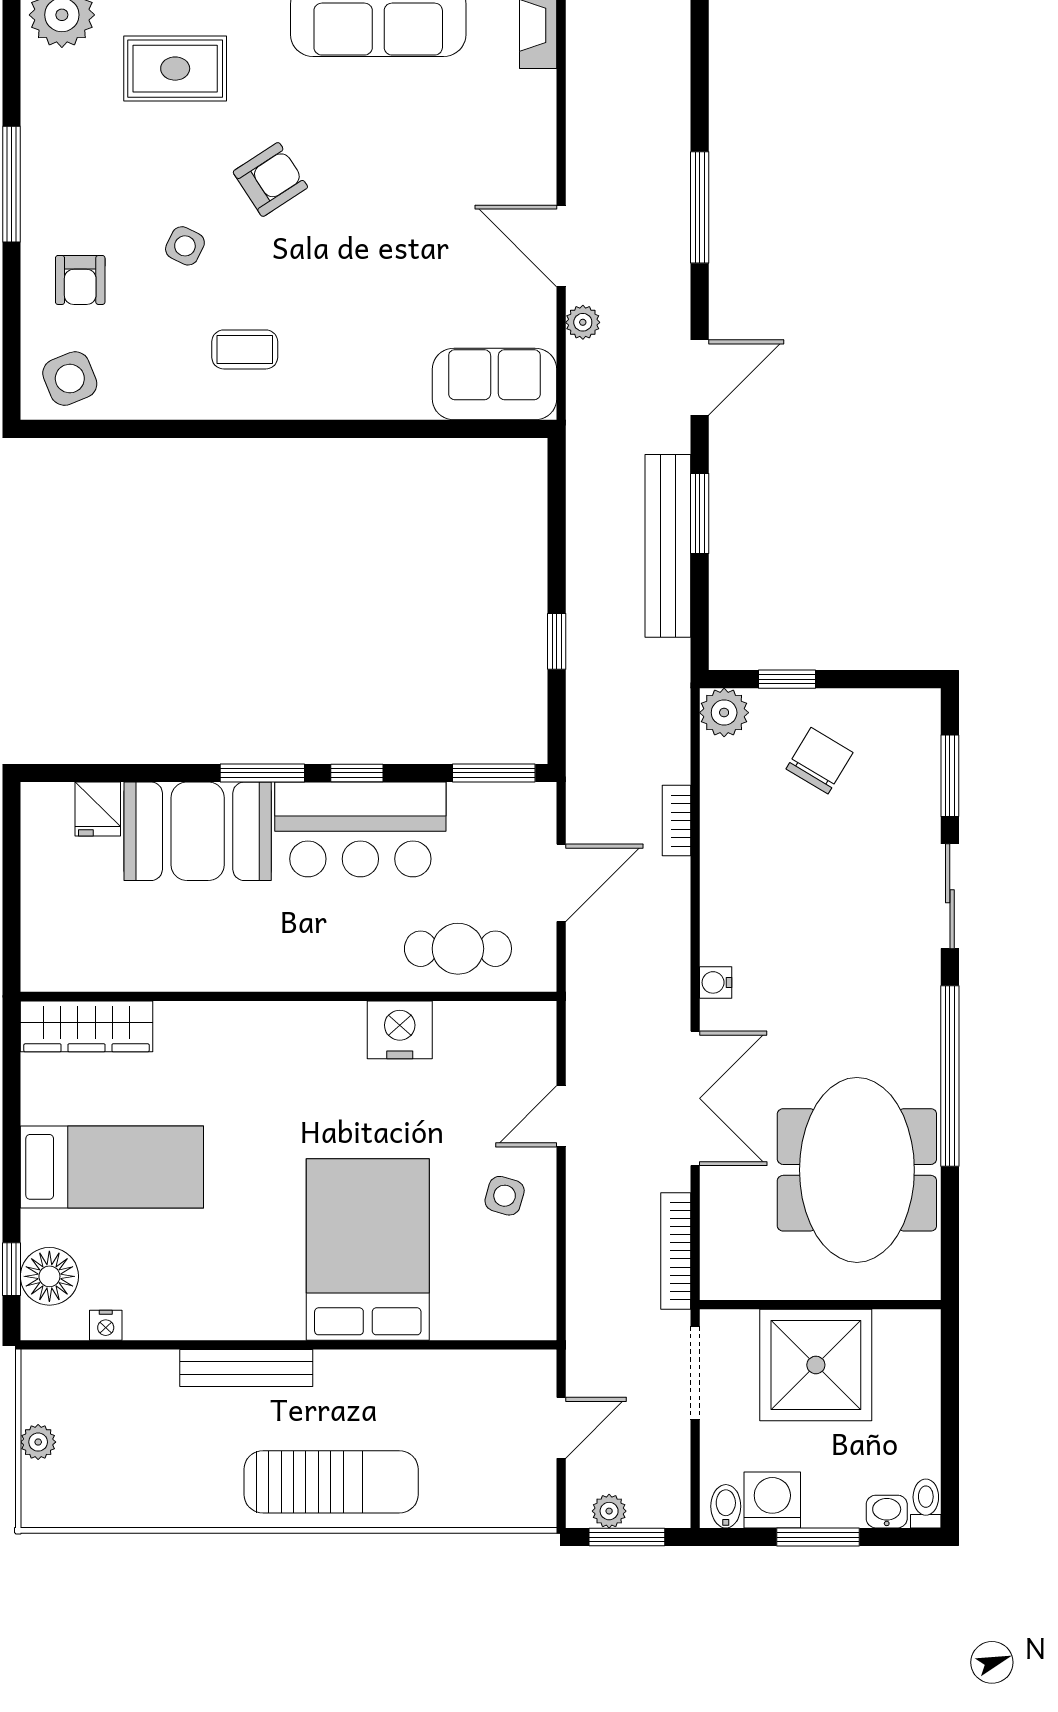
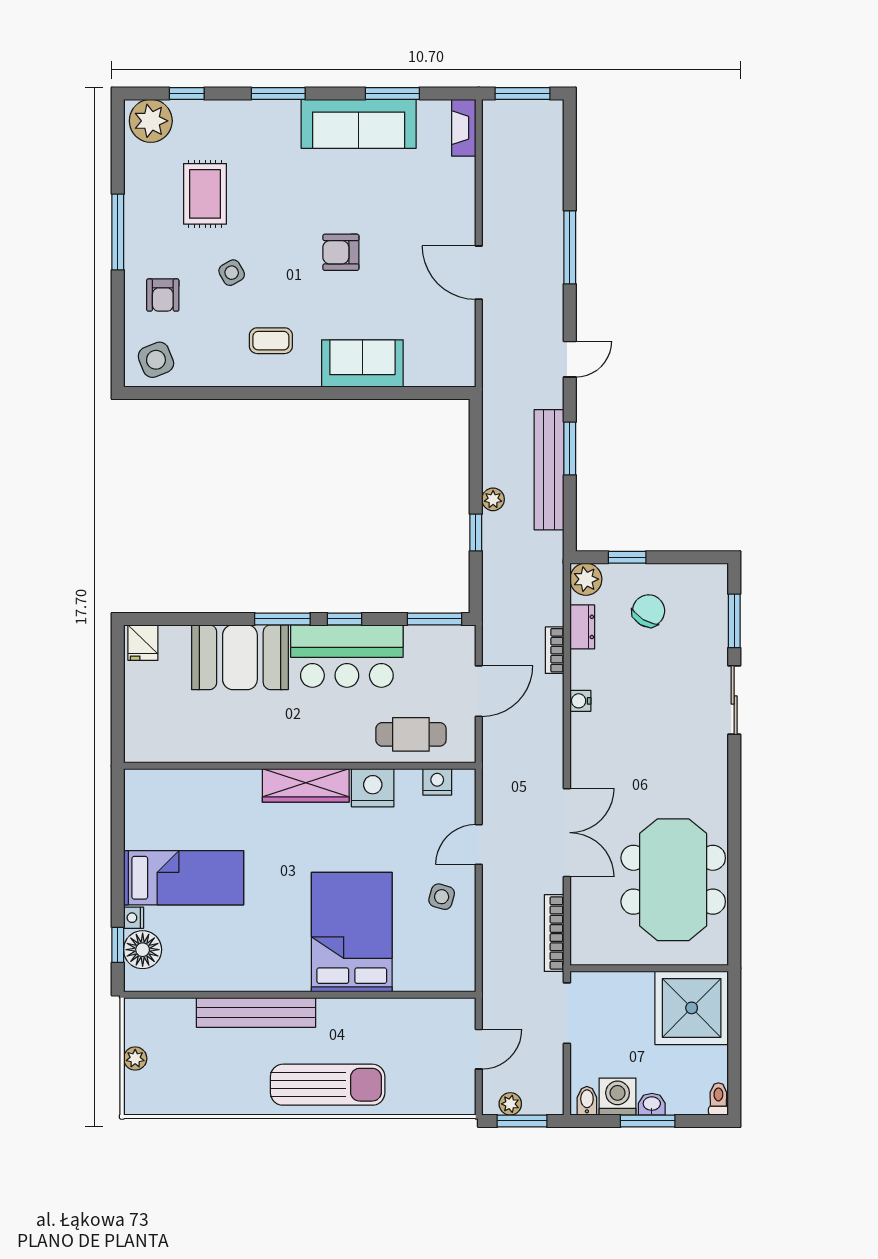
rug: (175, 69) -> (205, 194), moved, turned 90
armchair: (270, 179) -> (341, 252), moved, turned -147
side table: (185, 246) -> (232, 273), turned 35
plant: (583, 322) -> (493, 499), moved
door: (700, 378) -> (570, 359), width x0.73
sofa: (495, 384) -> (362, 363), moved
dresser: (718, 785) -> (582, 627), added
fridge: (98, 809) -> (143, 643), moved
water cooler: (716, 982) -> (580, 701), moved
nightstand: (498, 1021) -> (437, 782), added
wardrobe: (86, 1026) -> (306, 785), moved
window: (950, 1076) -> (734, 818), removed
nightstand: (106, 1325) -> (134, 918), moved, turned 90
shower: (816, 1365) -> (692, 1008), moved
bench: (246, 1368) -> (256, 1012), width x1.37, depth x1.21
washbasin: (887, 1512) -> (652, 1104), moved

